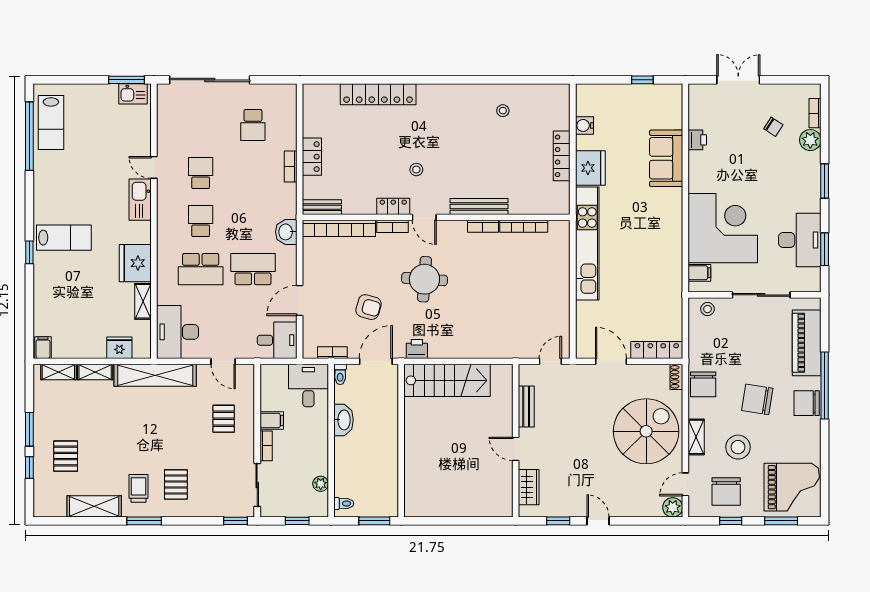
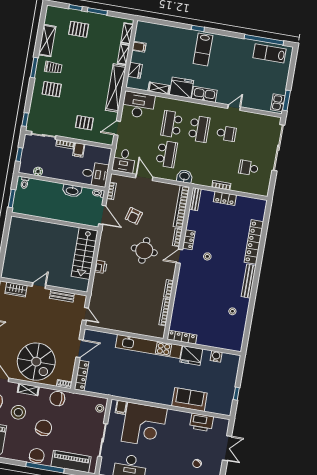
printer: (697, 140) -> (201, 422), width x1.87, depth x1.48
locker: (562, 156) -> (182, 337), moved
kitchen sink: (140, 200) -> (204, 94), moved
bench: (479, 206) -> (249, 281), moved
school desk: (201, 221) -> (199, 129), width x1.85
filing cabinet: (43, 348) -> (139, 47), moved
printer: (417, 349) -> (101, 267), moved

